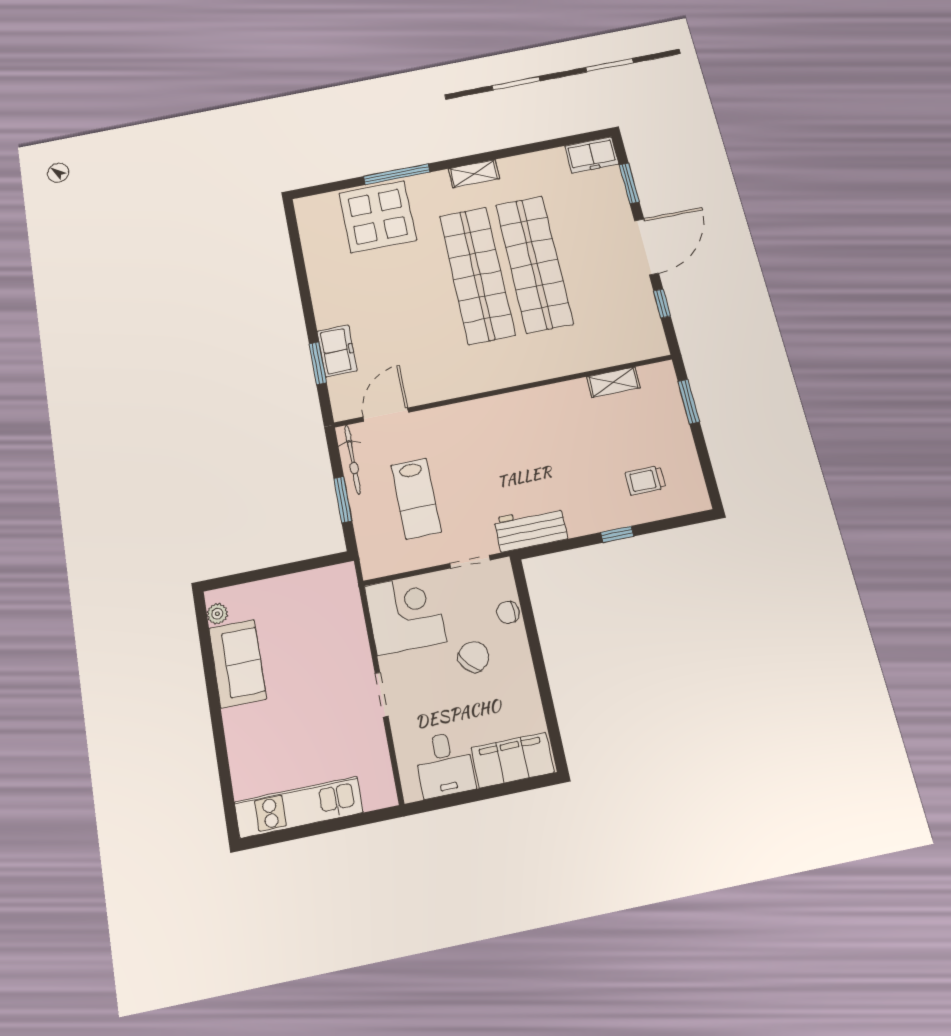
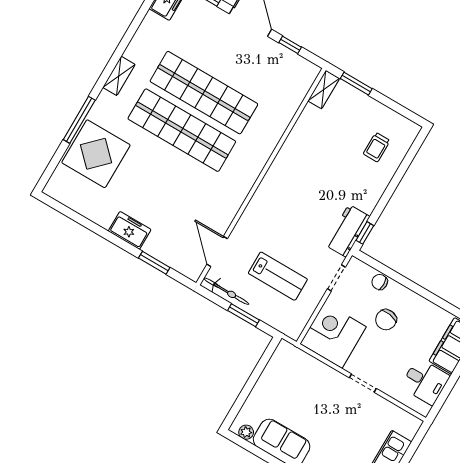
freezer: (337, 351) -> (130, 230), moved
shelving: (613, 382) -> (324, 90), moved
window: (617, 534) -> (365, 233), moved
chair: (508, 612) -> (380, 282), turned 90
chair: (474, 657) -> (386, 320), turned -129

